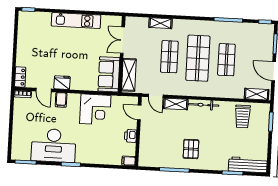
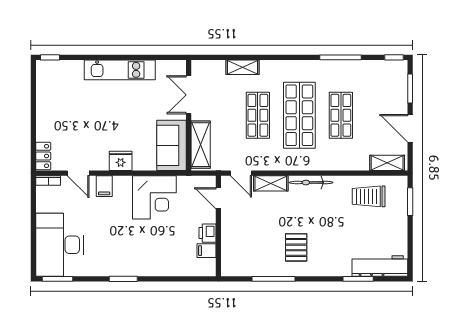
fridge: (62, 83) -> (121, 161), moved
trolley: (243, 116) -> (369, 196), turned 90
desk: (54, 145) -> (59, 245), moved, turned 90
filing cabinet: (129, 161) -> (207, 251), moved

